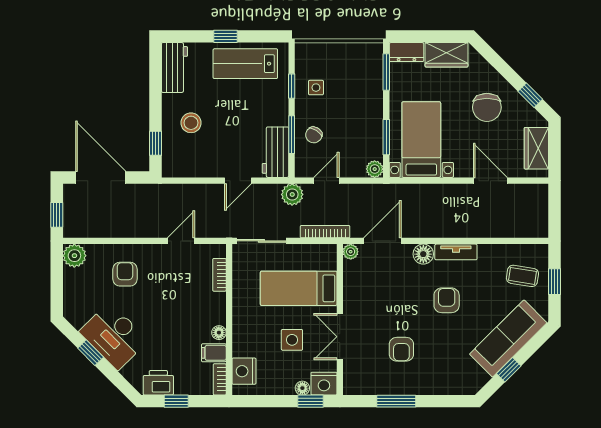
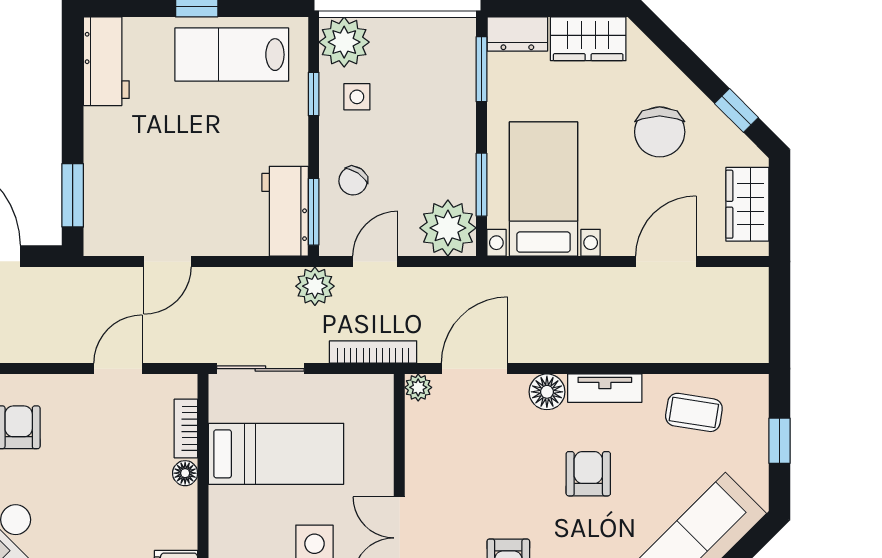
plant: (309, 57) -> (344, 42), added
stool: (191, 123) -> (136, 159), removed
window: (292, 135) -> (314, 212), moved
window: (156, 143) -> (73, 195), width x1.50
plant: (375, 169) -> (448, 228), width x1.88, depth x1.88
door: (238, 181) -> (167, 261), moved
door: (490, 181) -> (666, 261), hinge flipped
coffee table: (522, 276) -> (694, 412), moved
bed: (299, 288) -> (276, 454), moved, turned 180
floor lamp: (219, 333) -> (185, 473), moved

